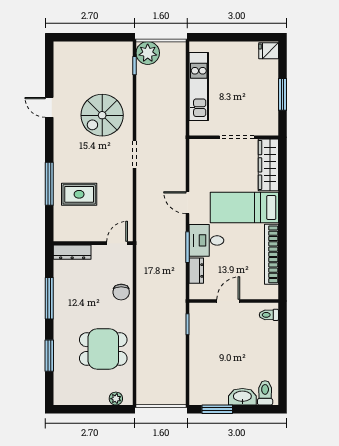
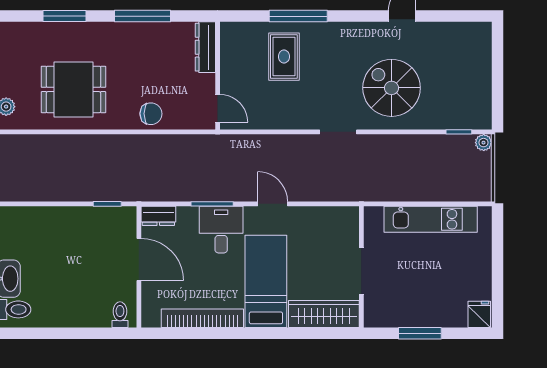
plant: (148, 53) -> (484, 143), width x0.53, depth x0.53
door: (187, 203) -> (273, 204), hinge flipped
dresser: (196, 271) -> (158, 216), moved
chair: (121, 292) -> (151, 114), turned 180
door: (228, 301) -> (139, 259), width x1.38
dining table: (103, 349) -> (73, 89), turned 90

